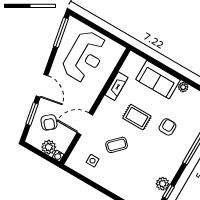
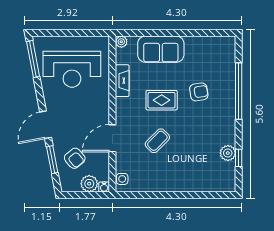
reception desk: (85, 57) -> (72, 69), turned 90
door: (42, 86) -> (46, 125), swing flipped
plant: (183, 87) -> (121, 42), moved
armchair: (167, 127) -> (199, 92), turned 81
side table: (93, 161) -> (122, 179), moved

